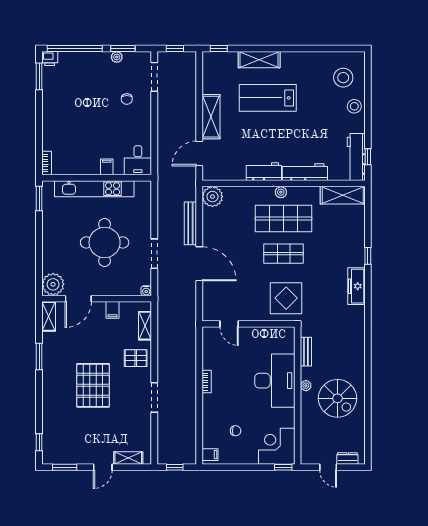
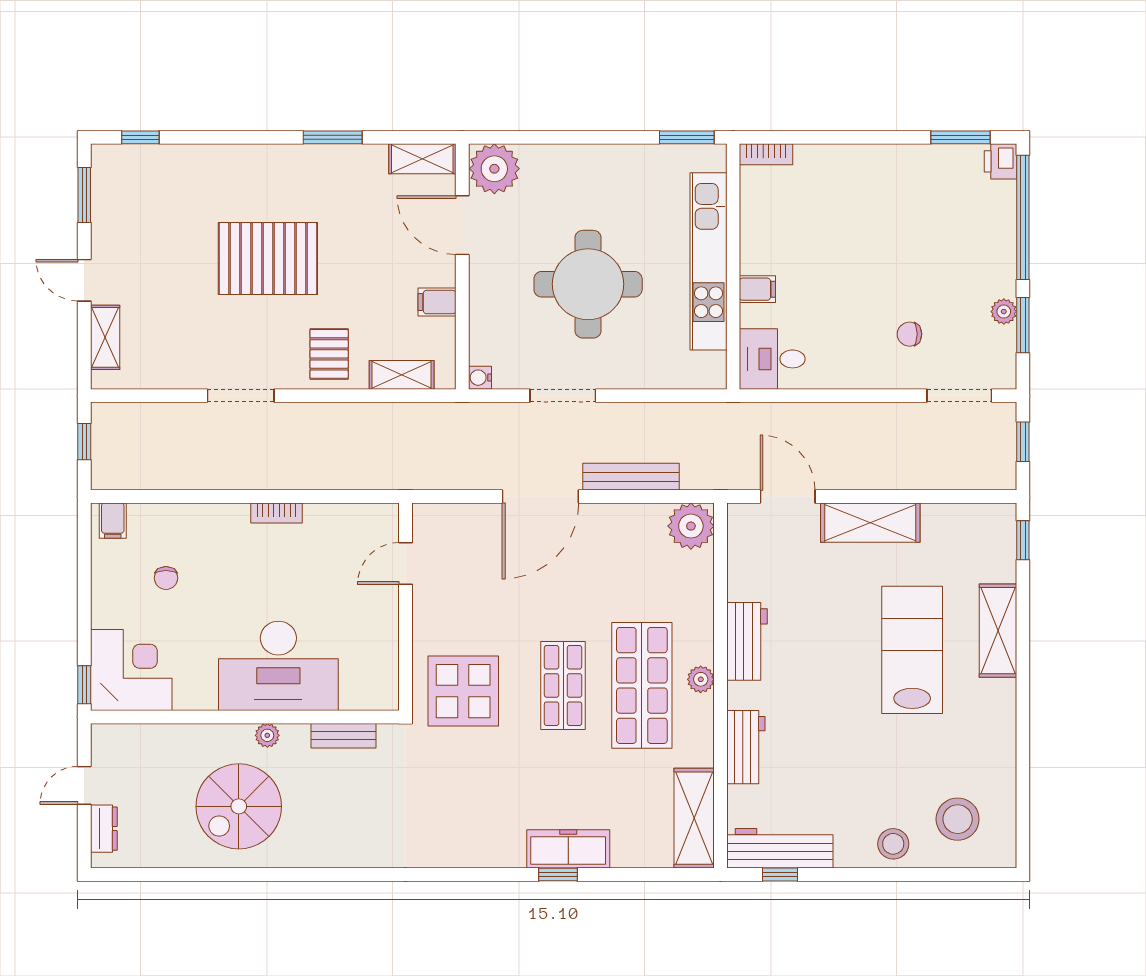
workbench: (305, 172) -> (746, 747), width x0.73
freezer: (357, 286) -> (568, 849), moved

